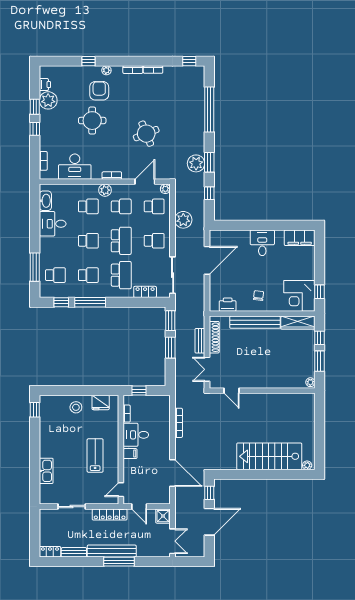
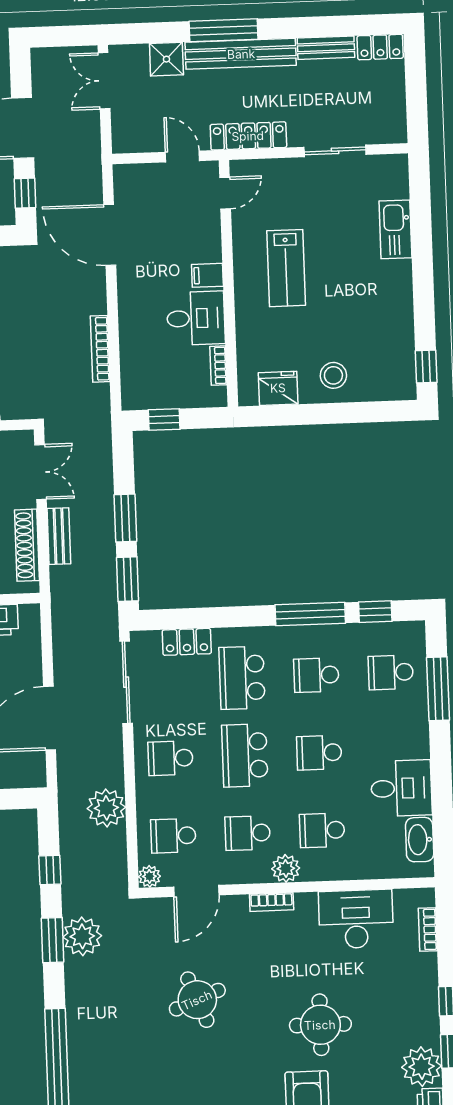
window: (139, 391) -> (164, 419), moved
shower: (163, 516) -> (166, 59), moved

